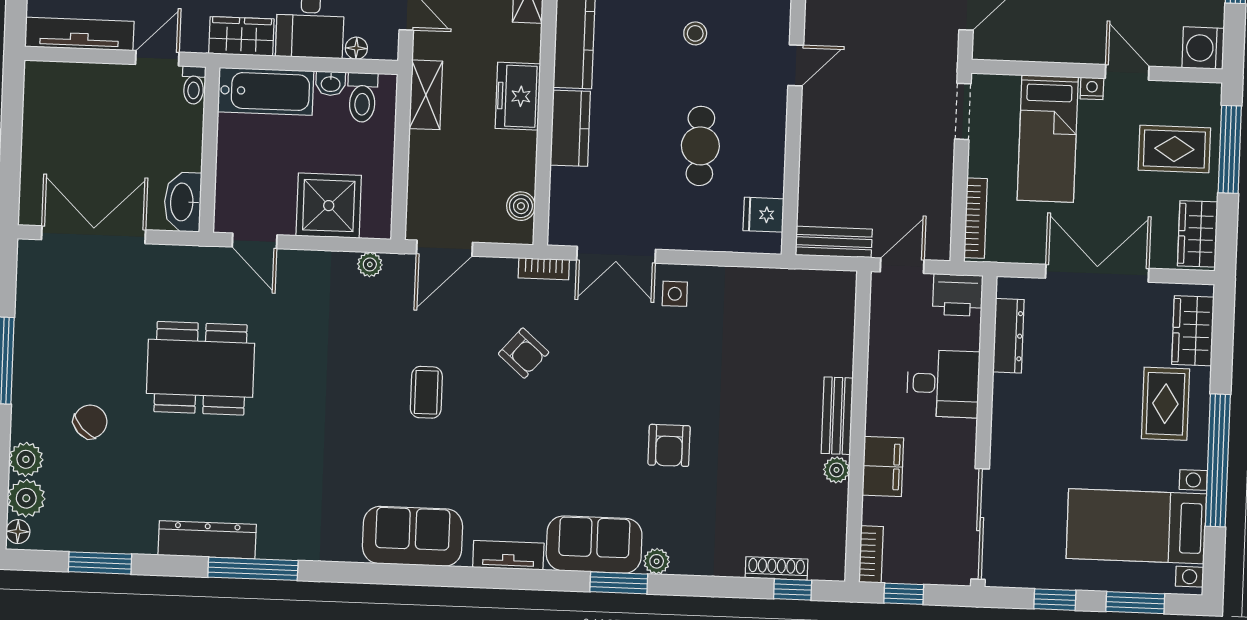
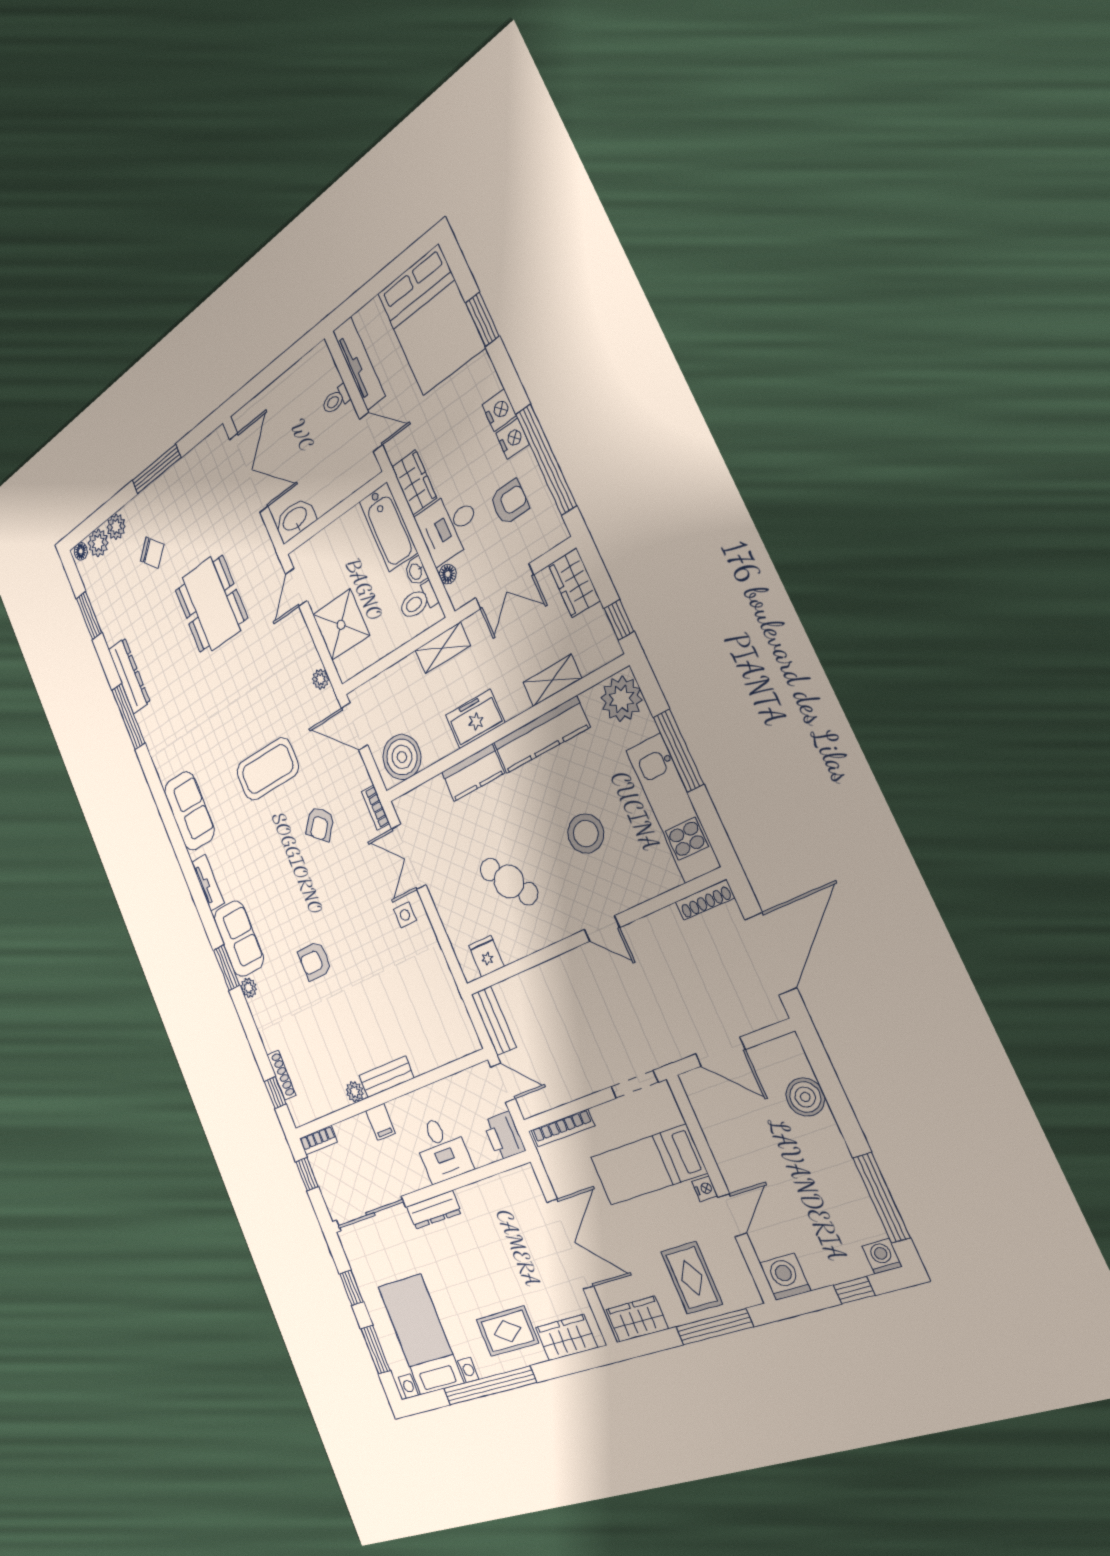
stool: (695, 33) -> (586, 834), width x1.89, depth x1.89
toilet: (194, 85) -> (336, 400), moved
cafe table: (700, 146) -> (509, 882), turned 53
boiler: (521, 206) -> (402, 757), width x1.86, depth x1.86
dresser: (1008, 336) -> (434, 1210), moved
coffee table: (426, 392) -> (268, 769), width x1.86, depth x1.72
filing cabinet: (883, 466) -> (381, 1122), width x0.50

